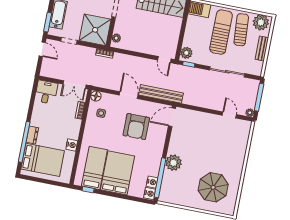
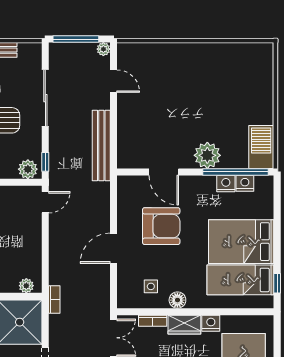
bench: (161, 94) -> (101, 145), moved
floor lamp: (96, 96) -> (177, 300), moved
door: (229, 115) -> (114, 81), swing flipped
door: (172, 117) -> (164, 172), moved
wardrobe: (74, 129) -> (184, 325), added
parasol: (213, 187) -> (234, 84), removed
nightstand: (150, 194) -> (226, 184), moved
barbecue: (172, 196) -> (261, 147), added

